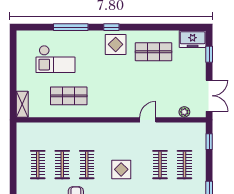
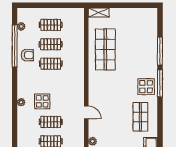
window: (111, 27) -> (160, 83), width x2.17
checkout: (55, 59) -> (135, 39), removed
shop shelf: (69, 96) -> (105, 49), width x1.43, depth x1.36
display table: (121, 169) -> (42, 101), moved

